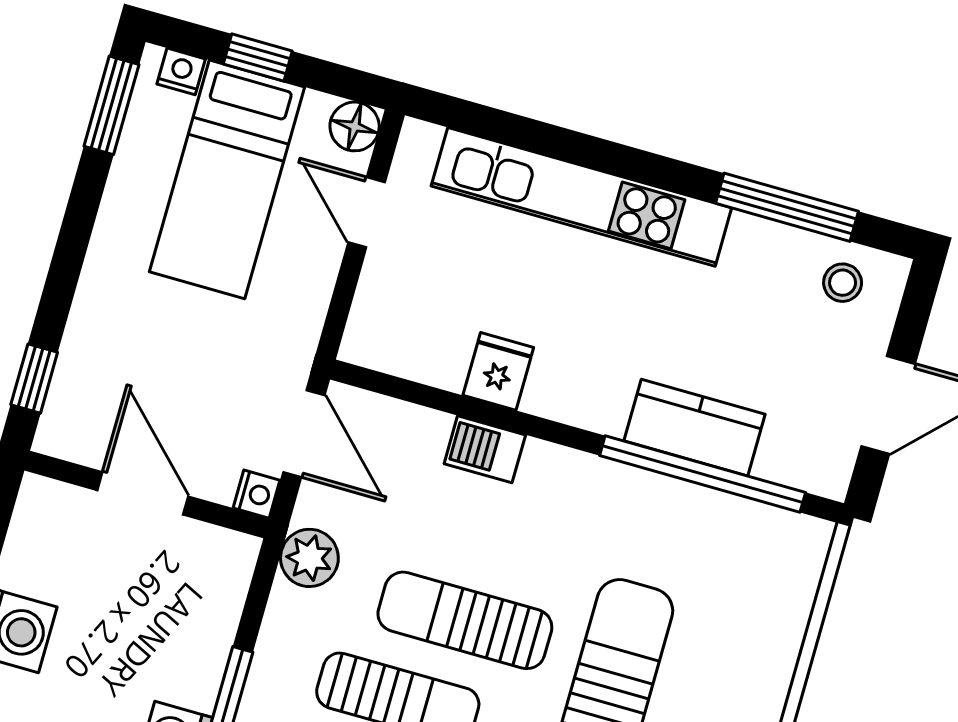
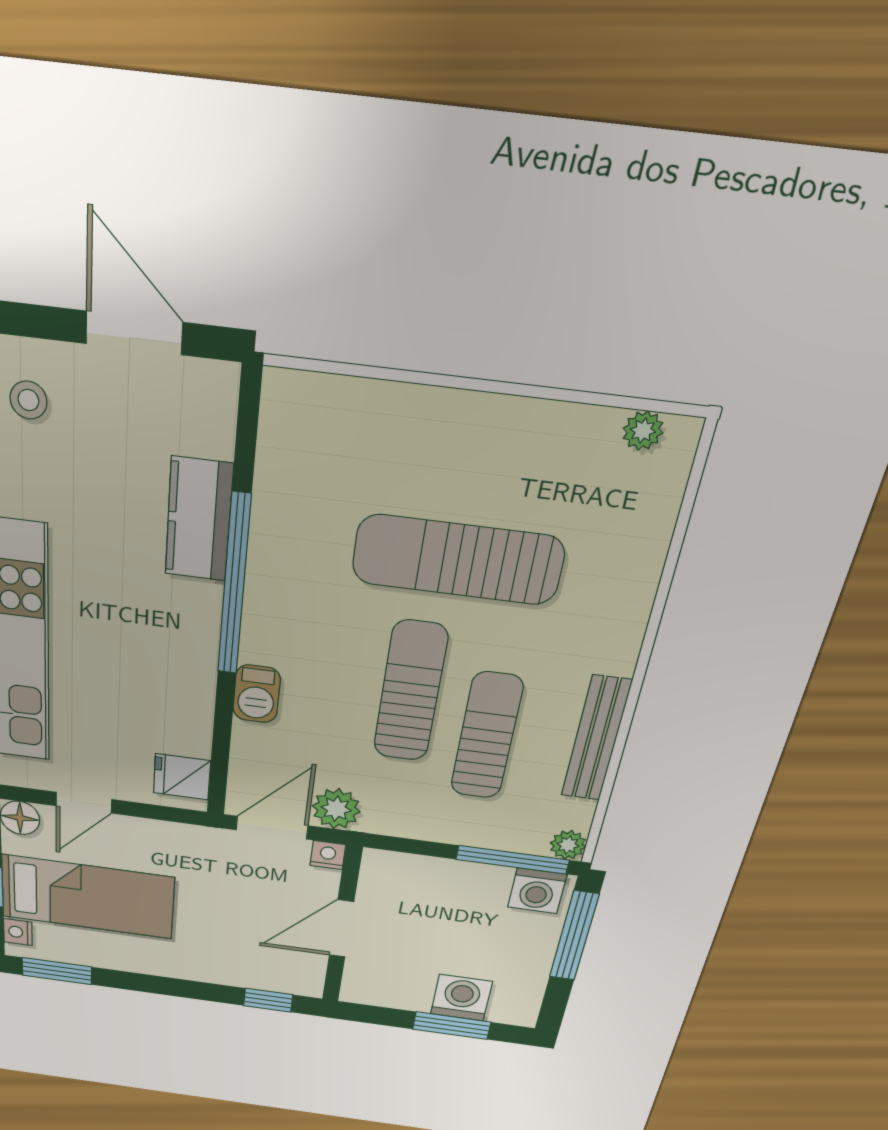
fridge: (498, 371) -> (182, 777), moved
window: (703, 474) -> (234, 586), moved
plant: (309, 558) -> (336, 809), moved
sun lounger: (465, 620) -> (410, 692), turned 180

